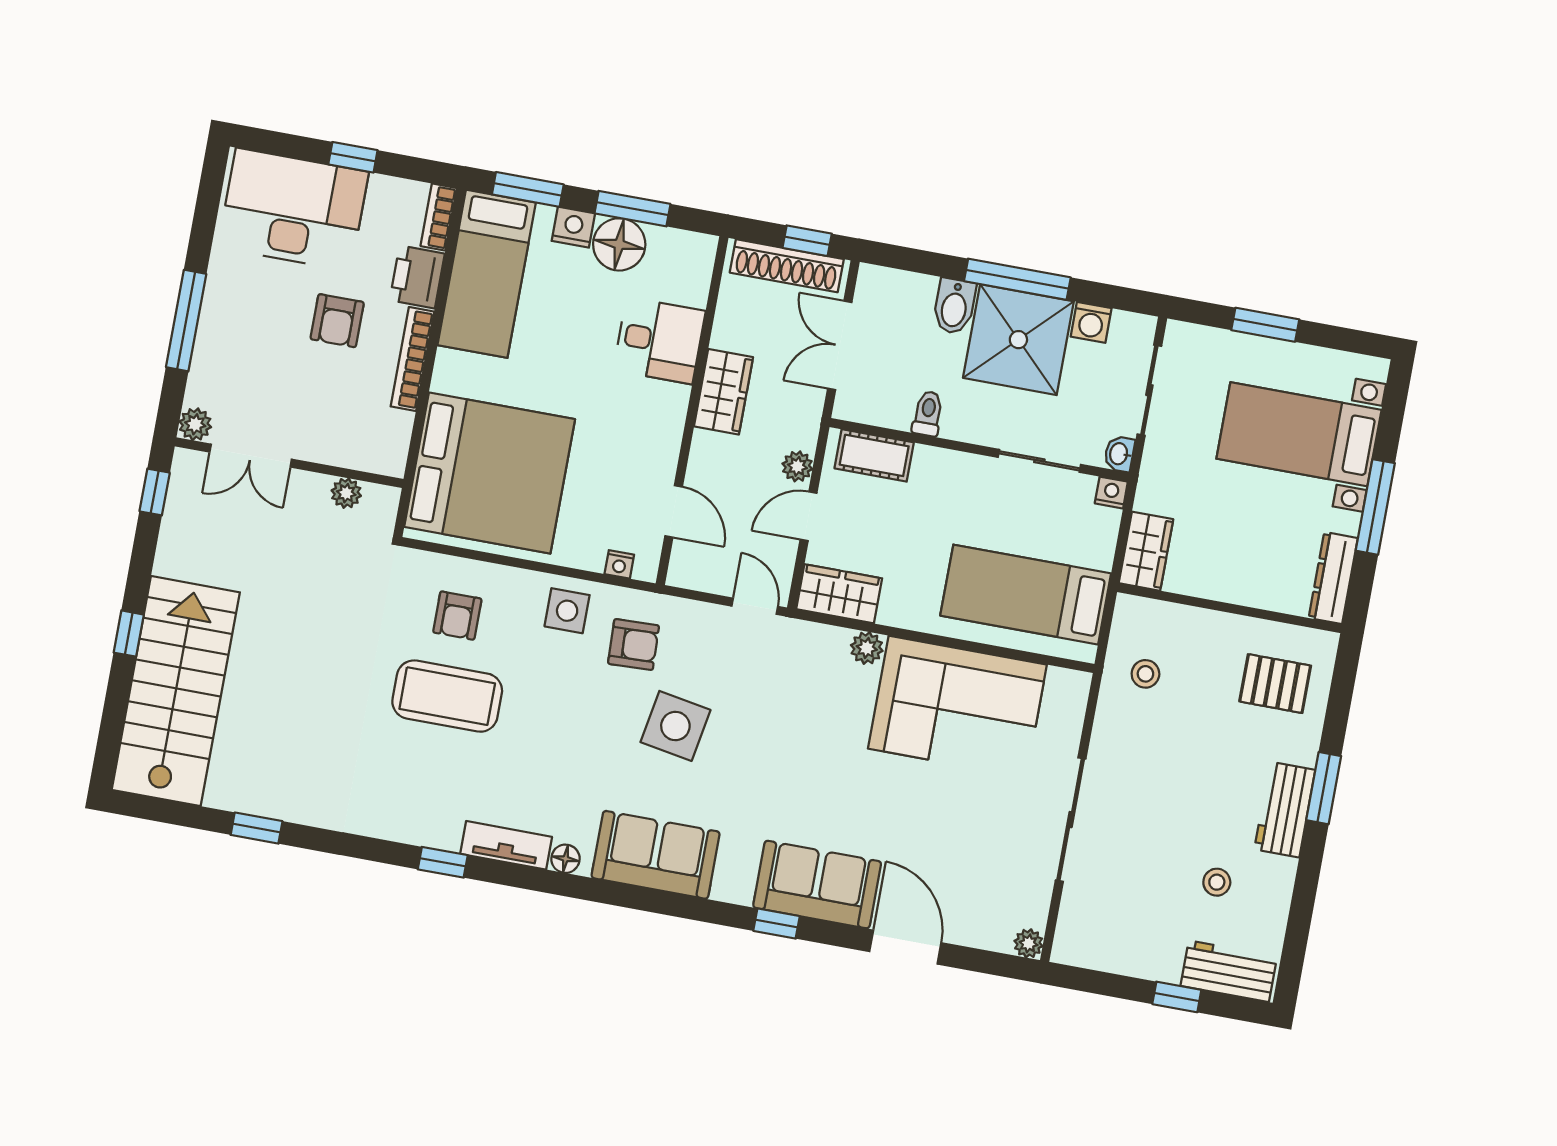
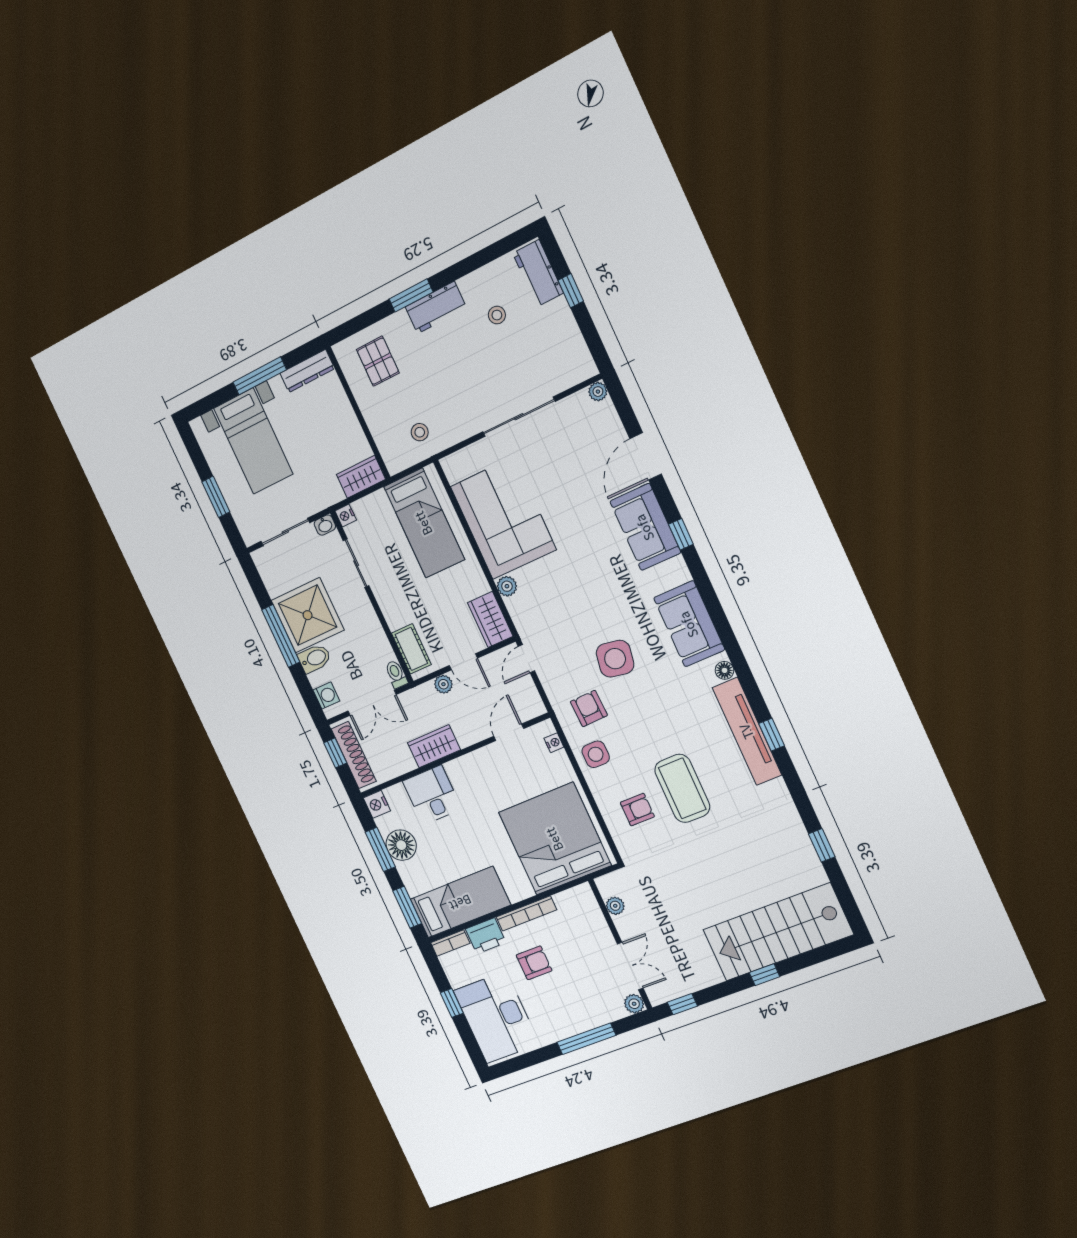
nightstand: (573, 227) -> (377, 804), moved
washing machine: (1091, 322) -> (326, 696), moved
toilet: (928, 414) -> (396, 674), moved, turned 90
tv unit: (506, 845) -> (747, 731), width x1.92, depth x1.29

